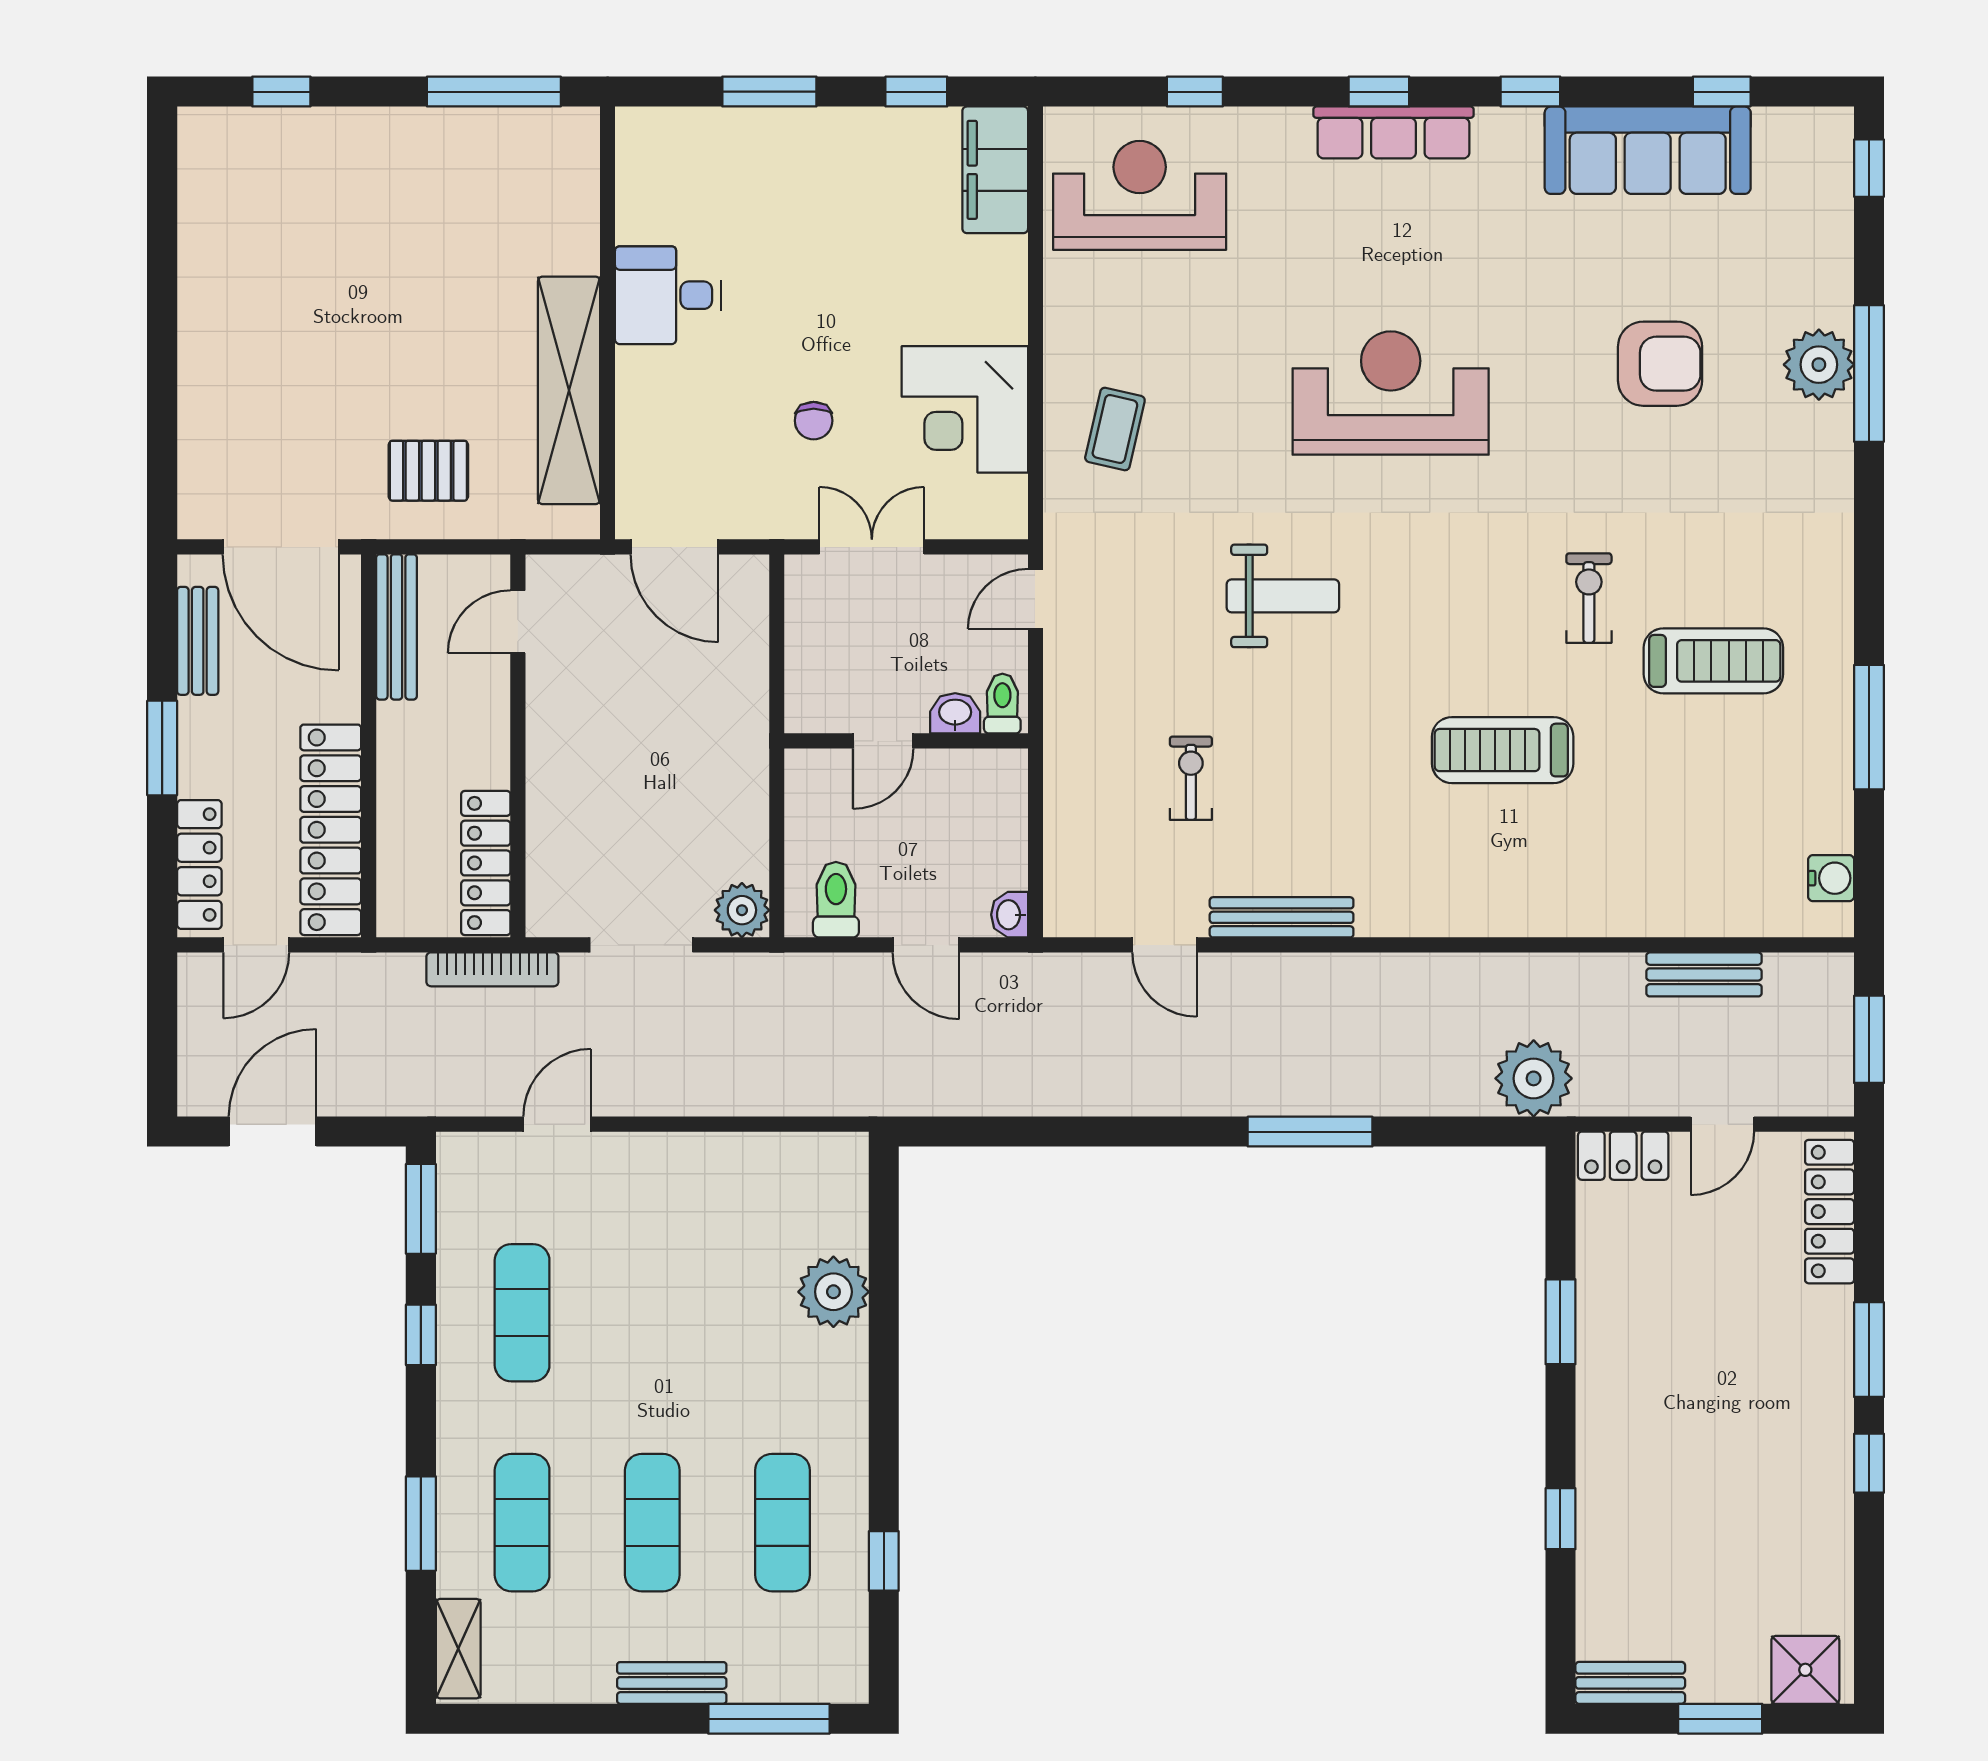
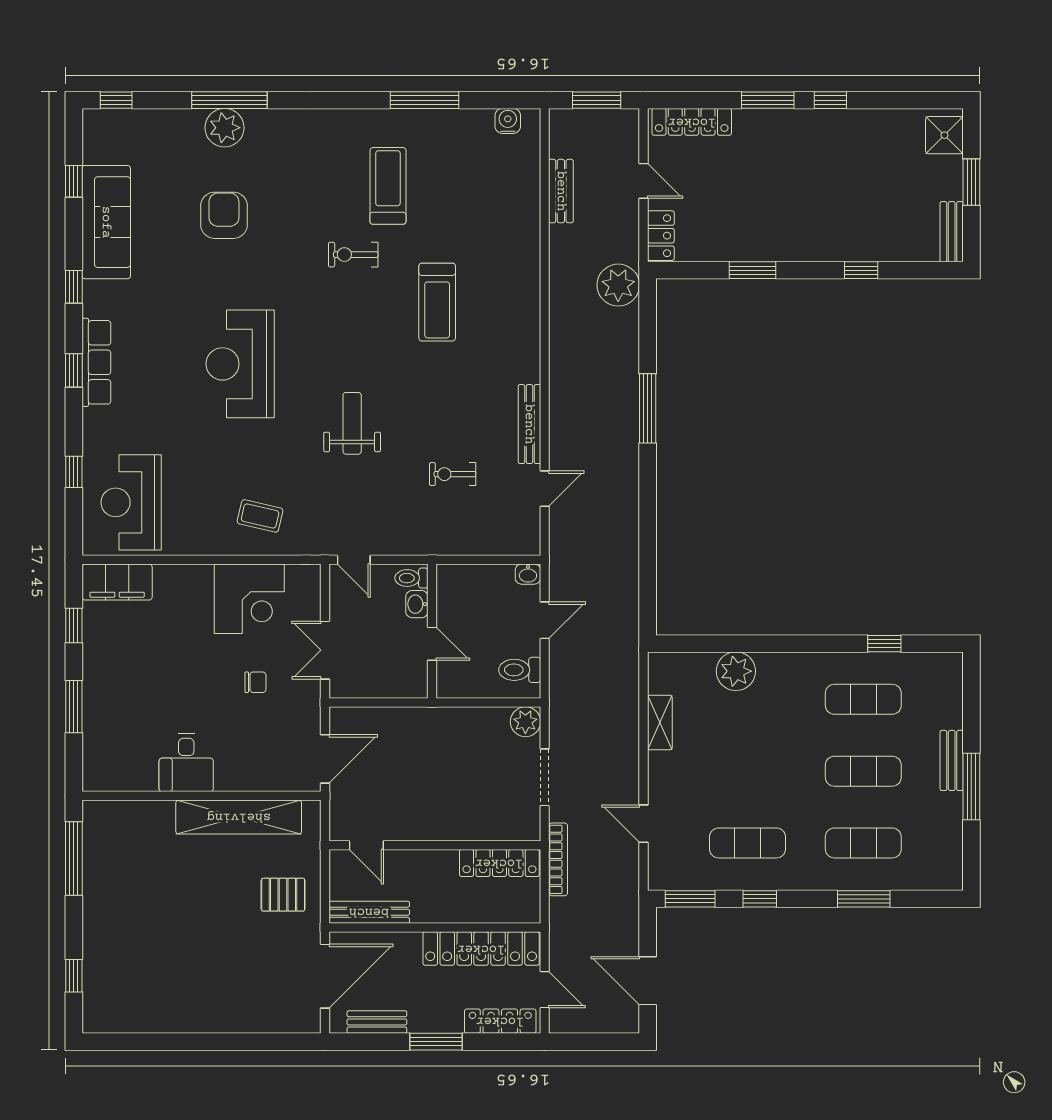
pallet: (428, 471) -> (283, 895), turned 90
shelving: (458, 1649) -> (660, 723), moved, turned 90
window: (769, 1719) -> (971, 787), moved

